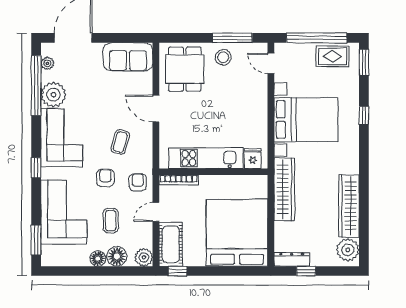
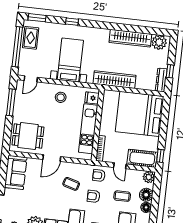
stool: (223, 57) -> (61, 97), moved
bed with nightstands: (306, 120) -> (70, 60), width x0.73

